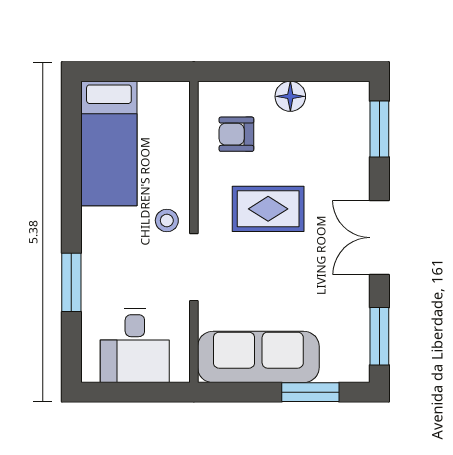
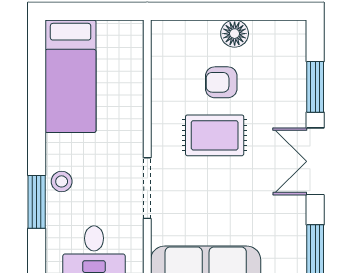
window: (379, 129) -> (315, 87), moved
armchair: (236, 134) -> (221, 82), moved
stool: (167, 220) -> (62, 181), moved

